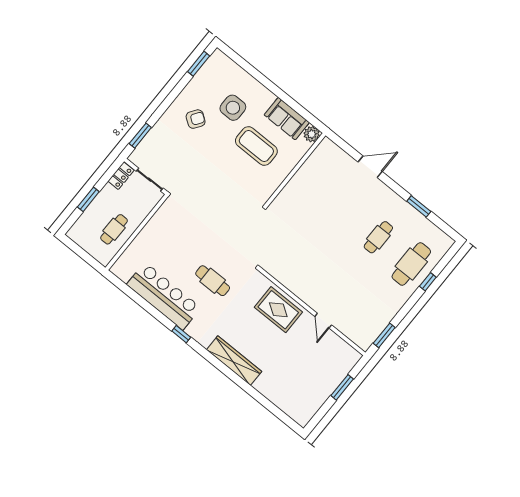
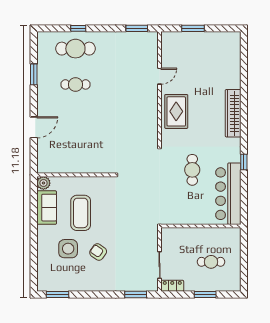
armchair: (196, 119) -> (98, 252), moved
door: (370, 167) -> (34, 127), swing flipped
wall: (137, 232) -> (201, 226), moved

